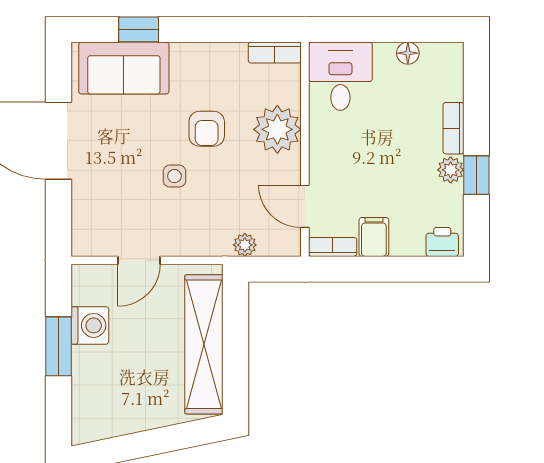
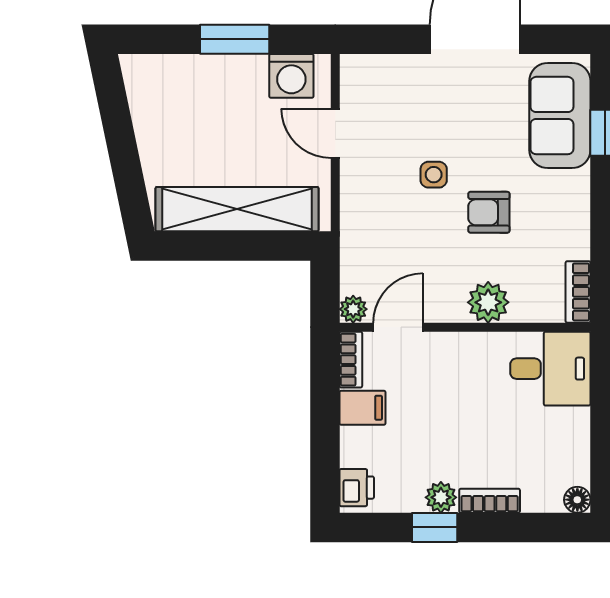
floor lamp: (408, 53) -> (577, 500), moved
plant: (277, 129) -> (488, 302), width x0.73, depth x0.73
plant: (245, 245) -> (353, 309), moved
washing machine: (90, 325) -> (291, 76), moved

